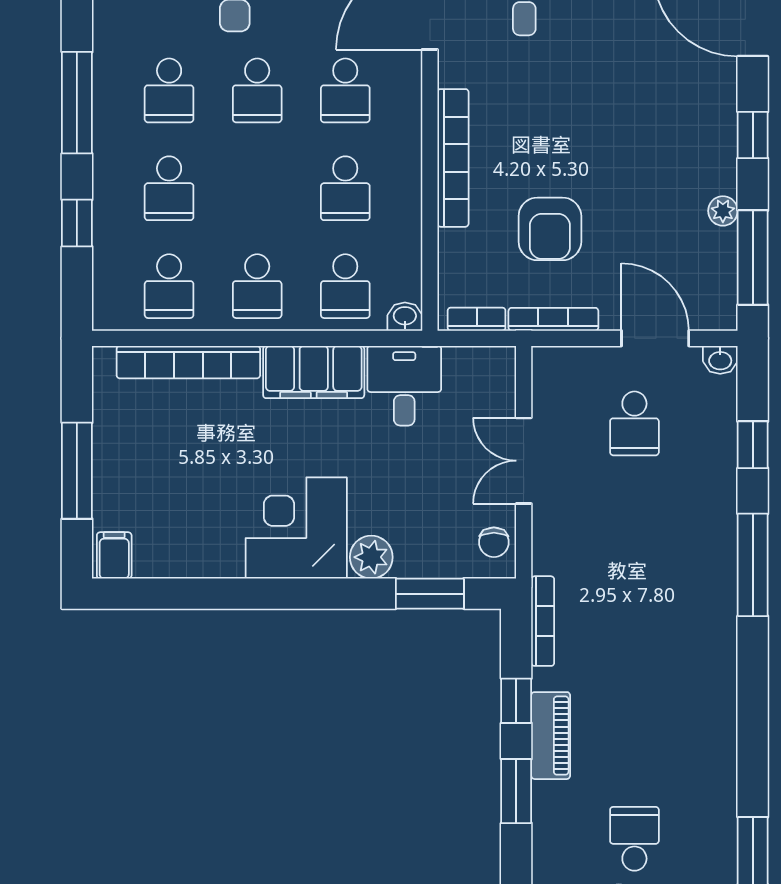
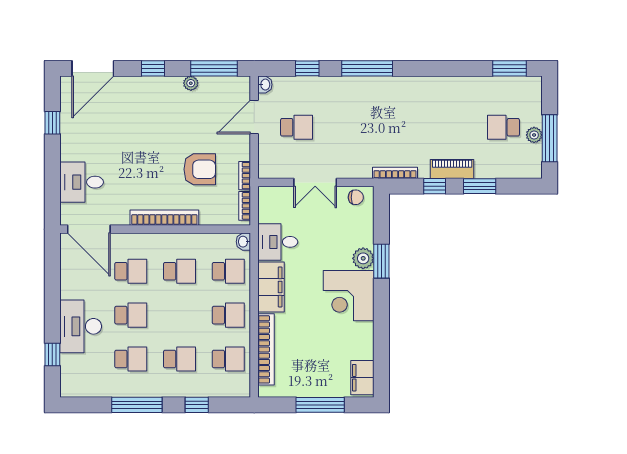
bookcase: (553, 319) -> (245, 176), width x0.64
filing cabinet: (114, 555) -> (362, 378), width x2.00
window: (430, 594) -> (381, 261), moved

